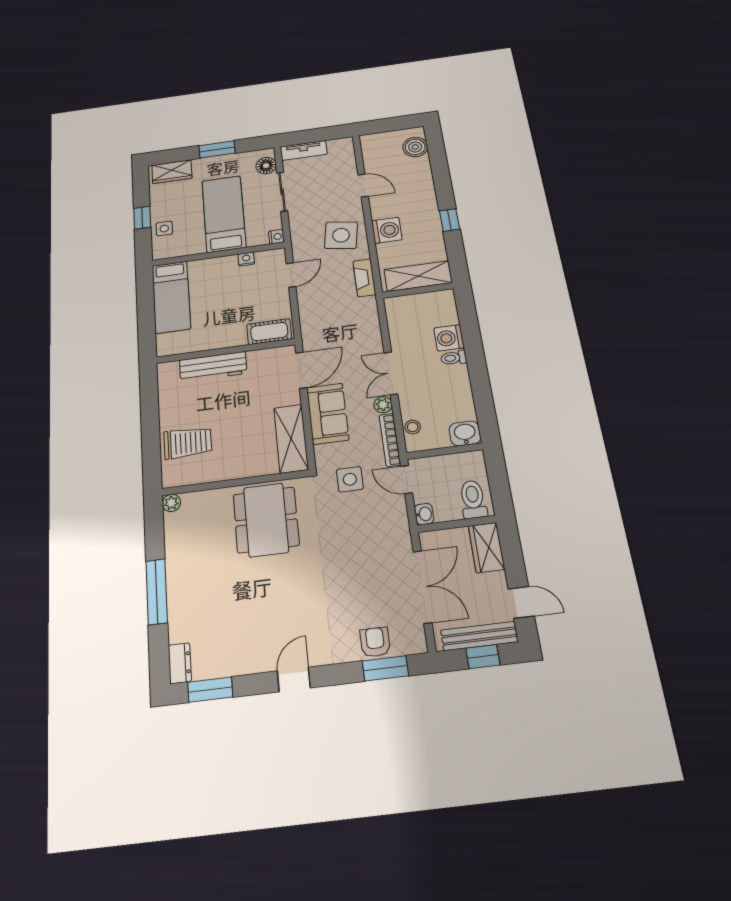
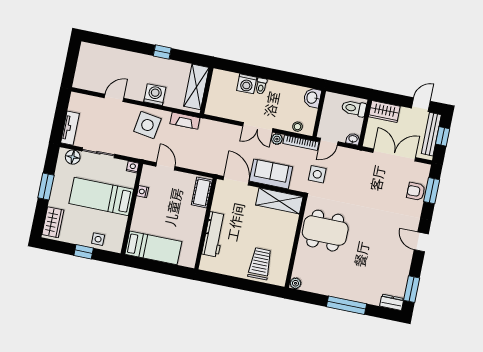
boiler: (415, 147) -> (96, 53), removed

